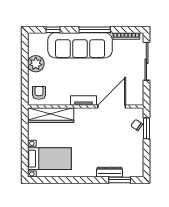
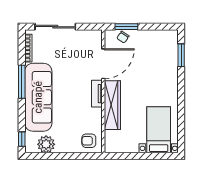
window: (53, 30) -> (22, 139), moved
plant: (36, 64) -> (46, 144), moved
door: (112, 107) -> (103, 64), swing flipped
wardrobe: (51, 115) -> (112, 105), moved
dresser: (110, 172) -> (173, 66), removed

